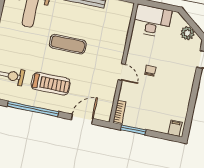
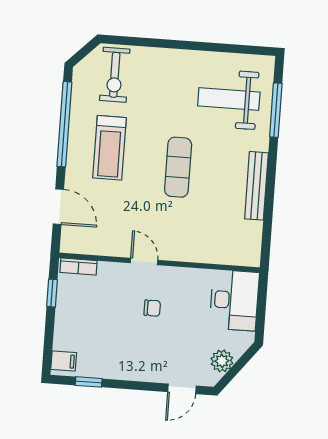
door: (122, 72) -> (144, 261), swing flipped
window: (190, 115) -> (89, 382), added
window: (133, 130) -> (52, 293), width x0.67

